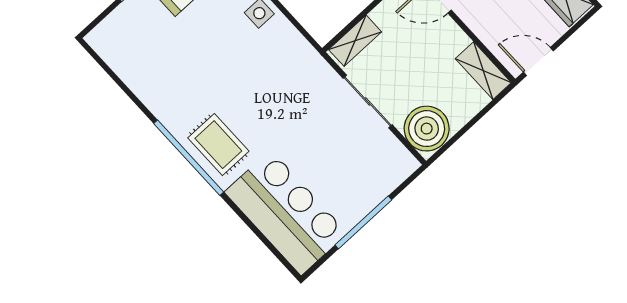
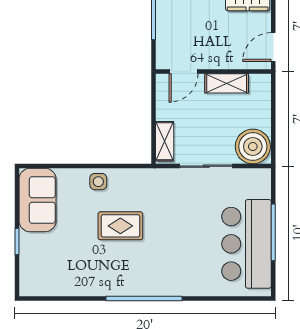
shelving: (483, 71) -> (227, 83), moved
rug: (218, 145) -> (120, 226), moved
bar counter: (286, 213) -> (247, 244), moved, turned -90

